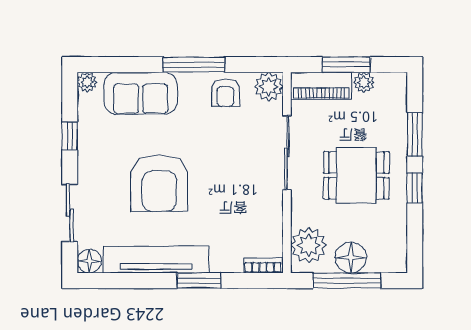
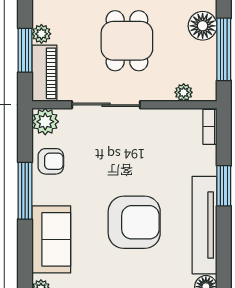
plant: (309, 245) -> (184, 92), width x0.53, depth x0.53
floor lamp: (351, 258) -> (203, 26), moved

